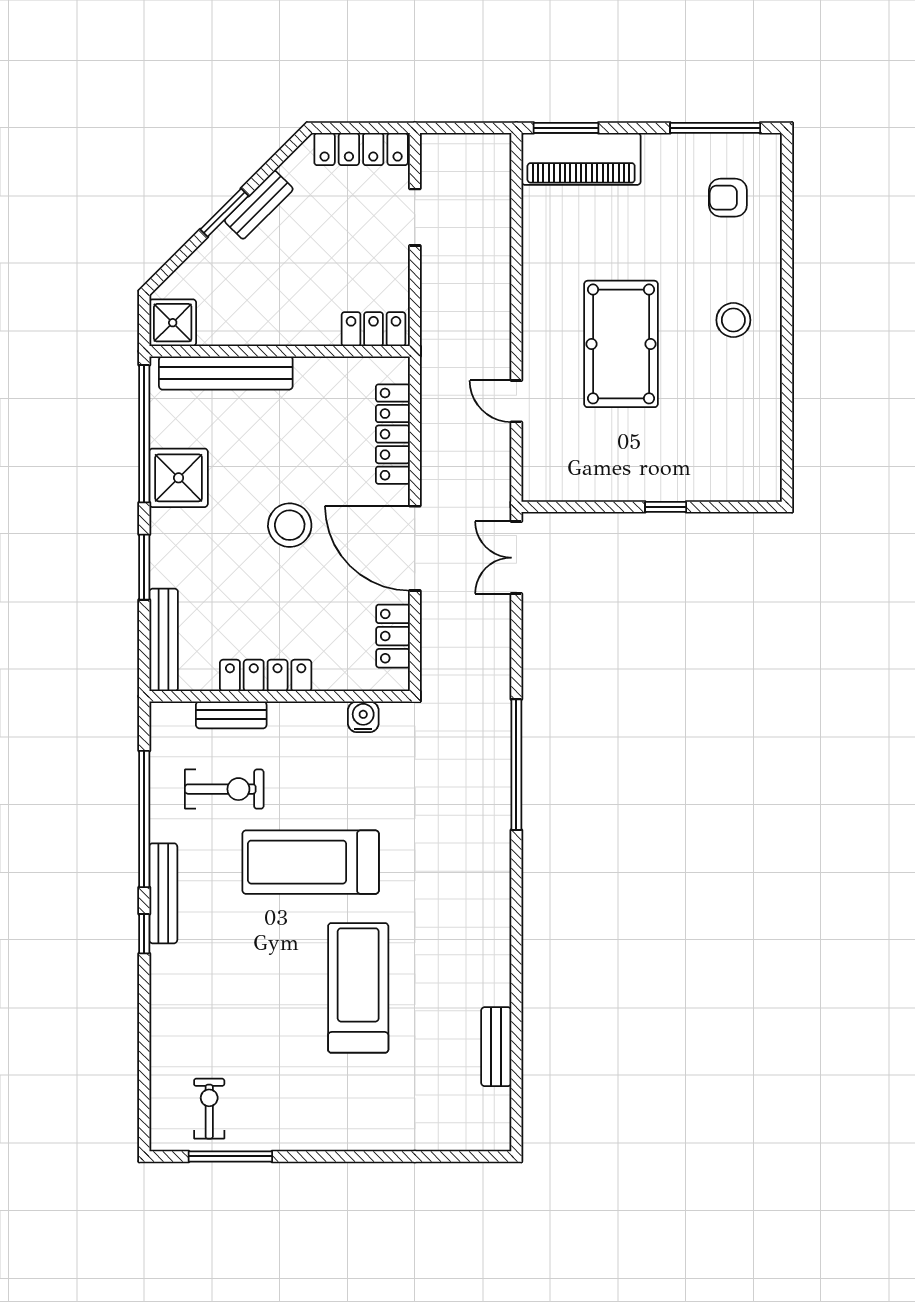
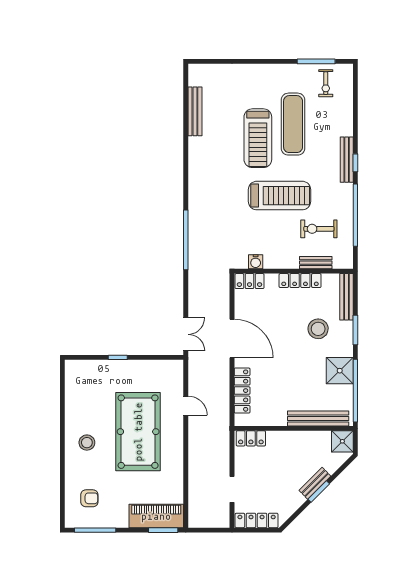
bench: (259, 205) -> (315, 483), moved
pool table: (621, 344) -> (138, 432), width x1.36, depth x1.32
stool: (290, 525) -> (318, 329), moved
locker: (393, 636) -> (249, 281), moved, turned 90
bench: (163, 893) -> (347, 160), moved
exercise mat: (281, 1019) -> (293, 124), added
bench: (496, 1047) -> (195, 111), width x1.36

